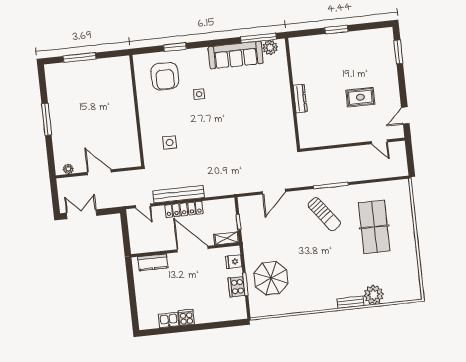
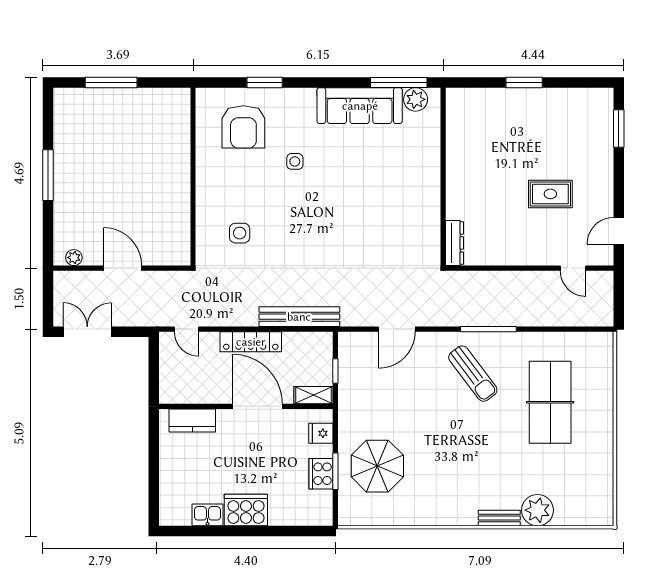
dresser: (300, 99) -> (454, 243), moved
bench: (179, 194) -> (299, 317), moved
cooker: (186, 317) -> (246, 510), width x1.87, depth x1.31

